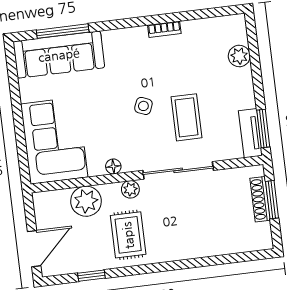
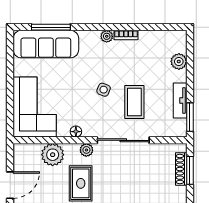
plant: (139, 34) -> (107, 36), added
tv unit: (250, 133) -> (180, 101), moved

